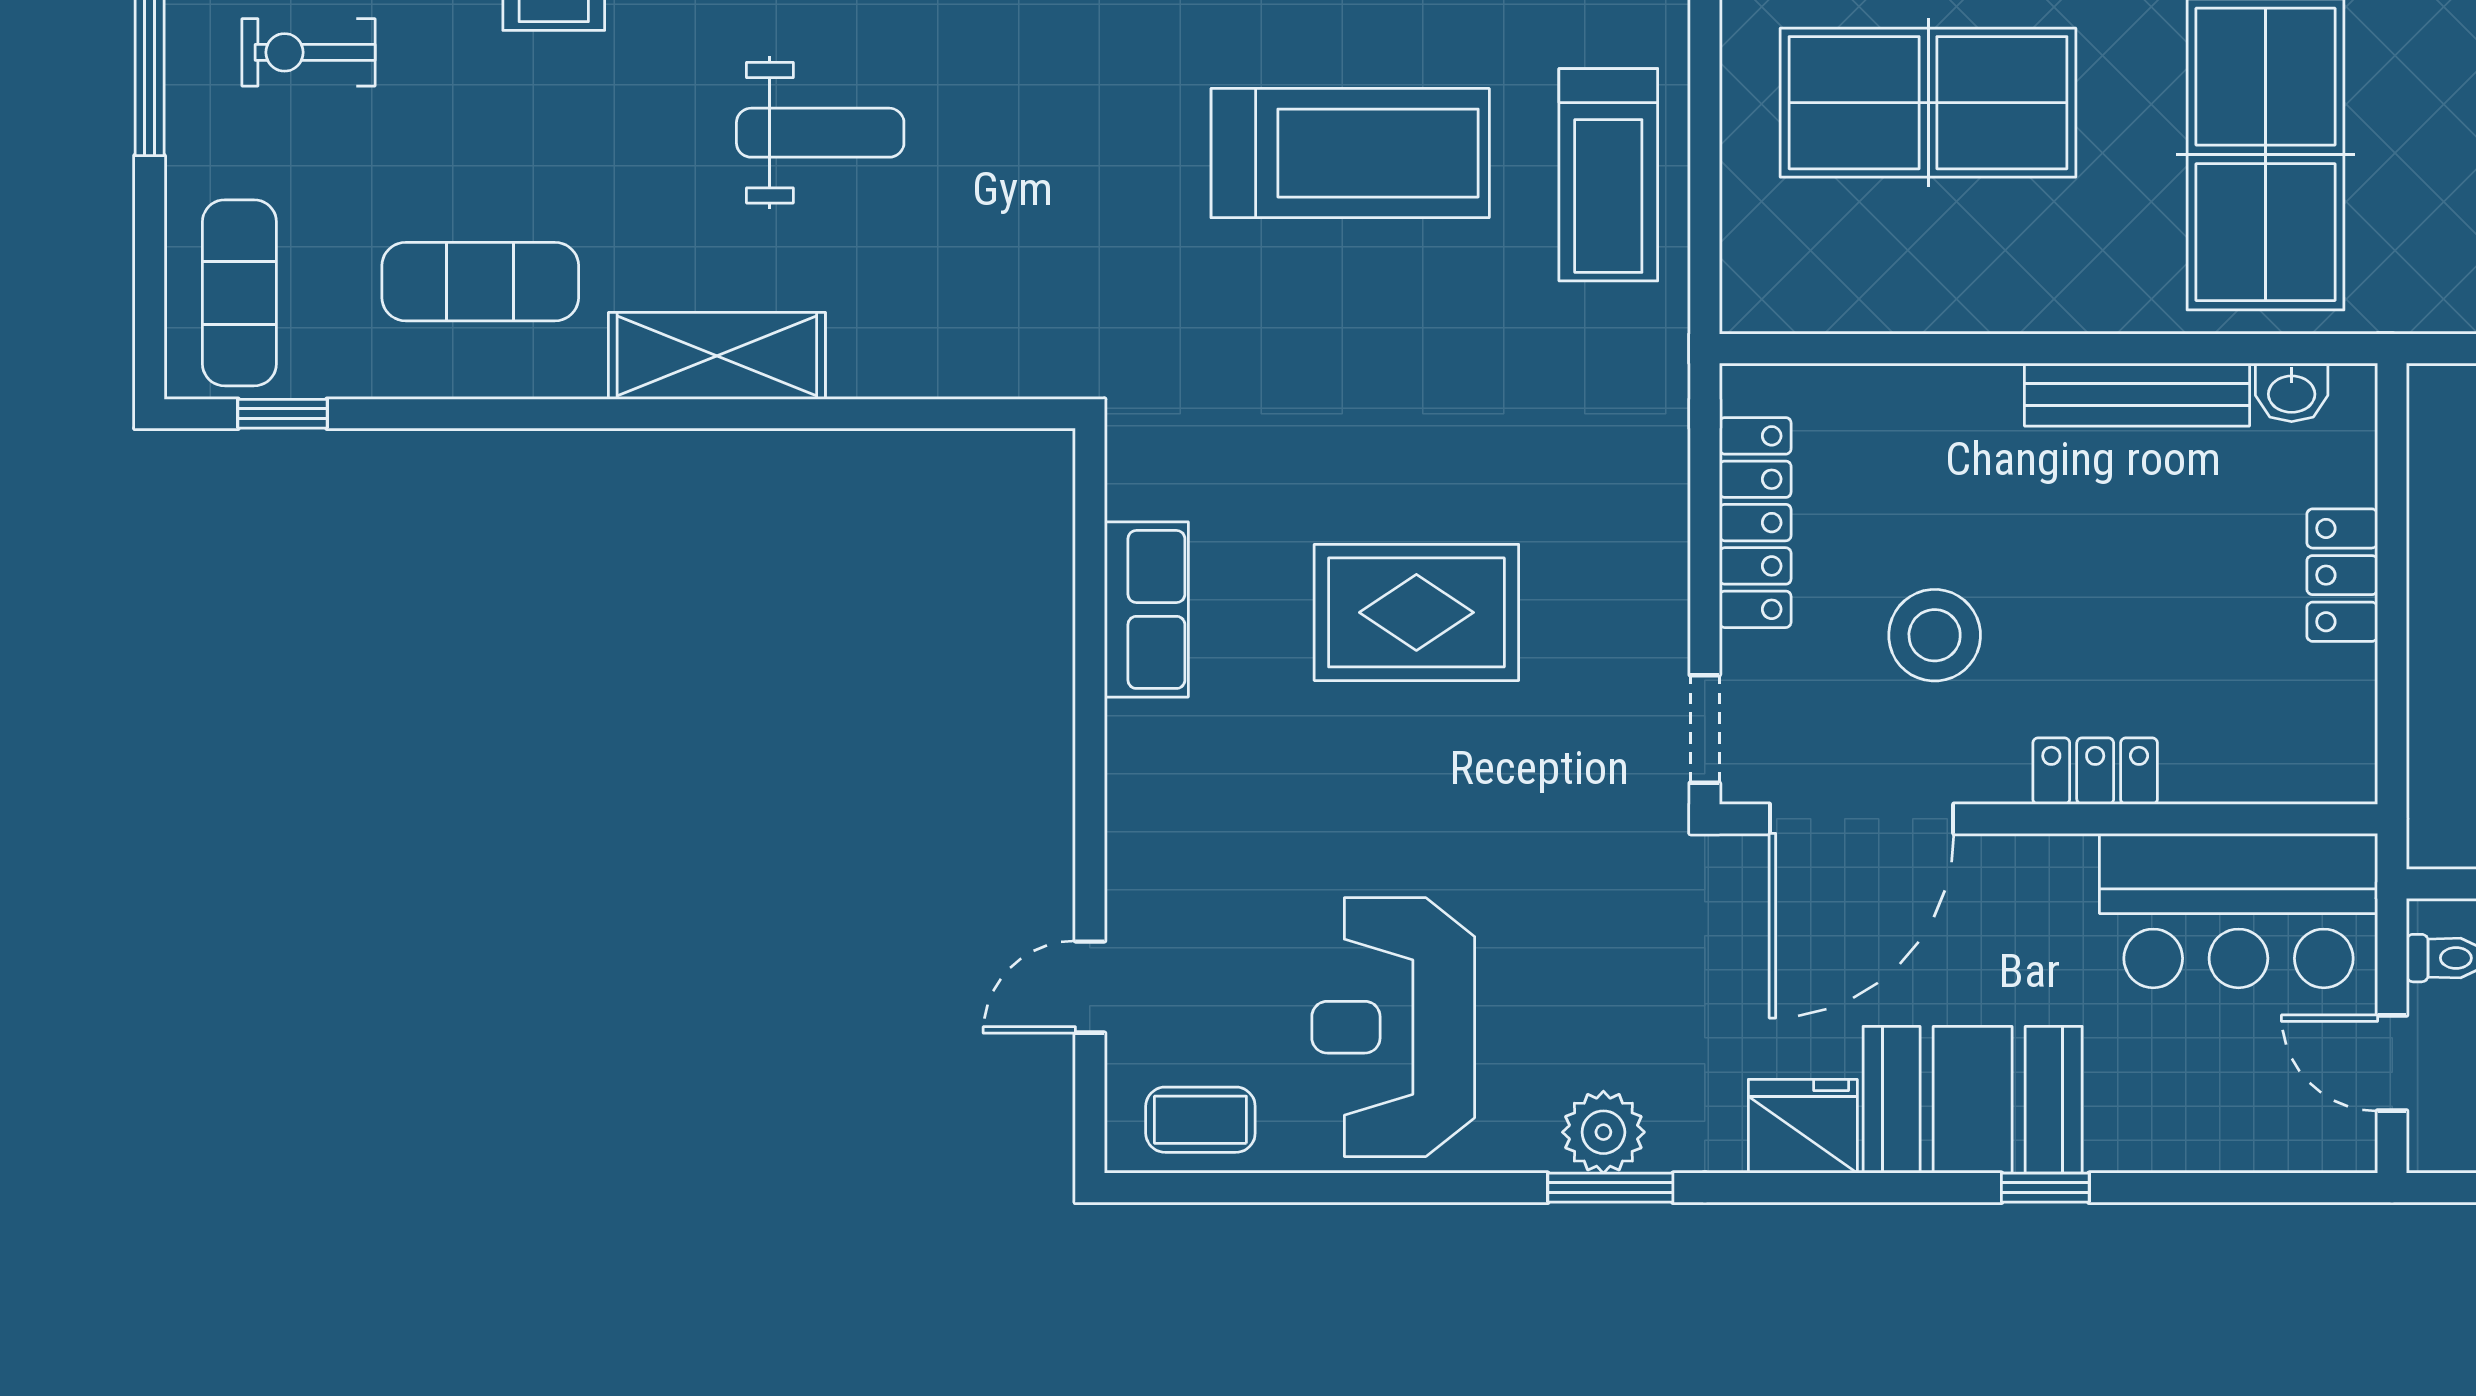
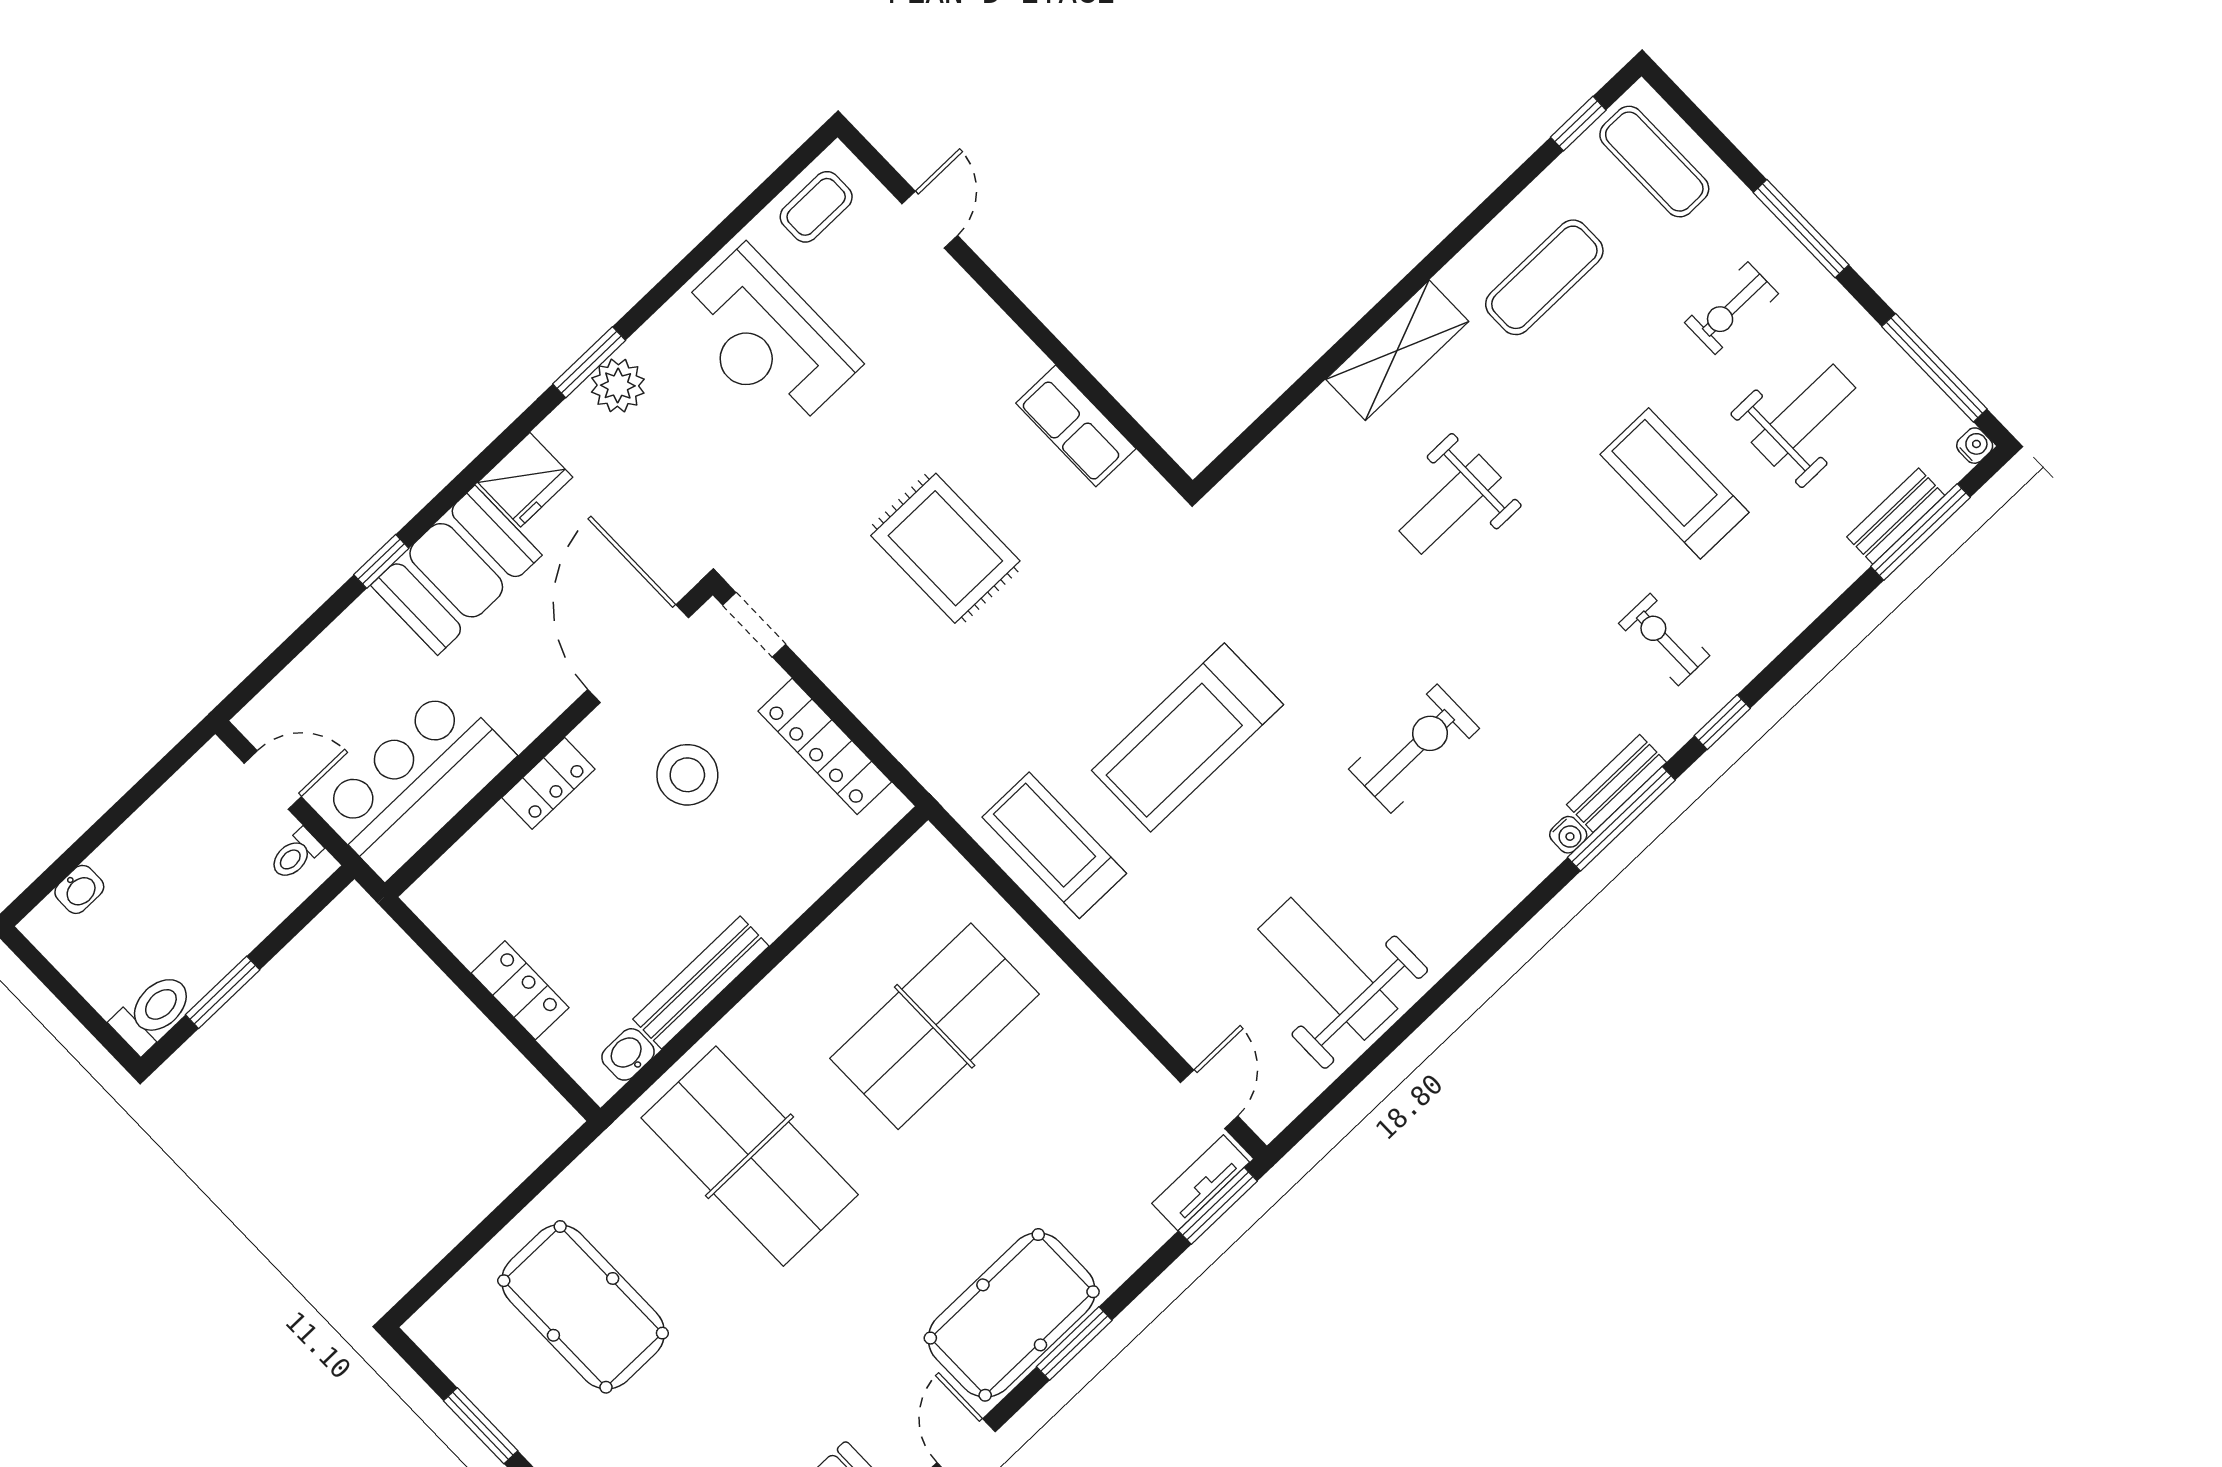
exercise bike: (308, 52) -> (1731, 308), turned 180
rug: (1416, 612) -> (945, 548), turned 90
reception desk: (1393, 1027) -> (766, 339), turned 180

